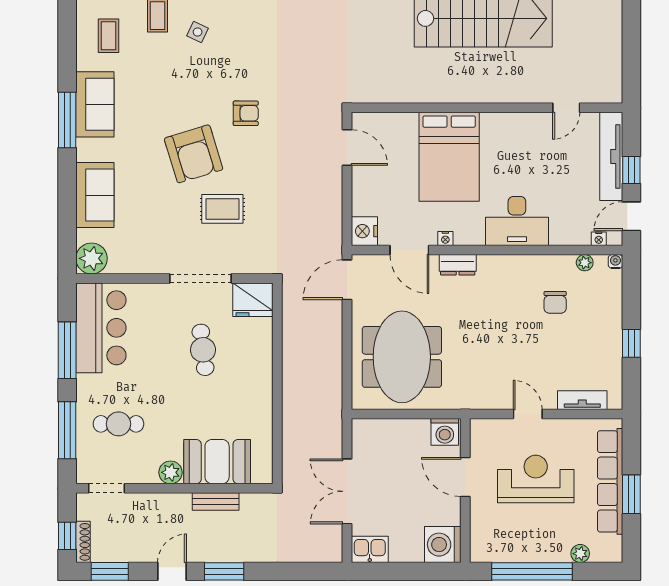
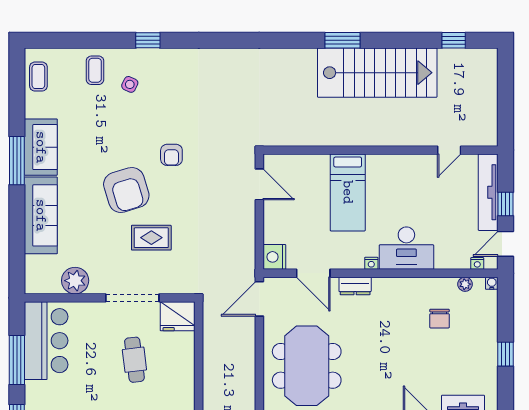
coffee table: (108, 36) -> (38, 77), moved
armchair: (246, 113) -> (171, 155), turned 90
bed: (449, 157) -> (348, 192), width x0.67
sofa: (95, 195) -> (41, 215), width x1.36
nightstand: (445, 239) -> (371, 263), moved
plant: (92, 258) -> (75, 281), moved

